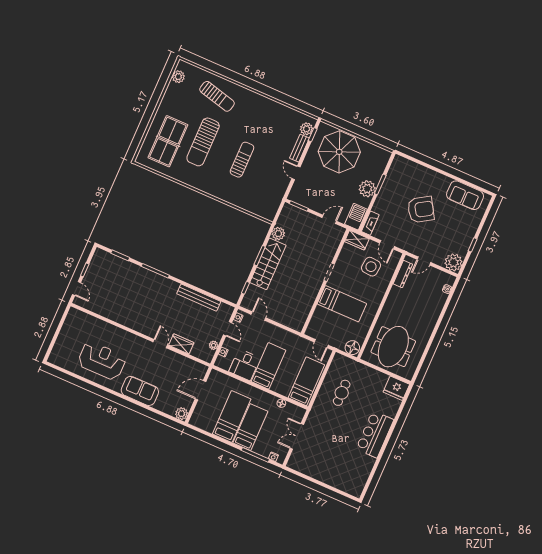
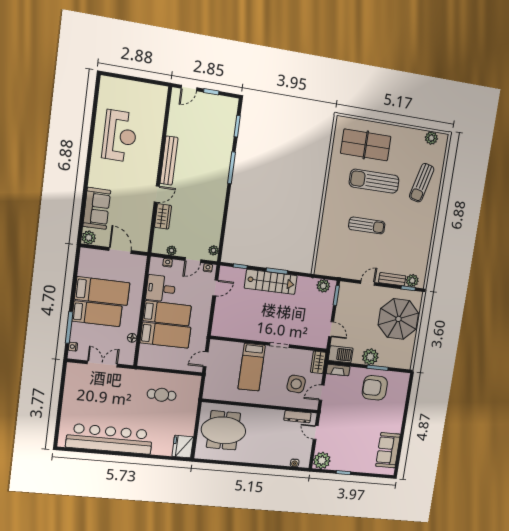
armchair: (421, 210) -> (375, 388), moved, turned 122
plant: (278, 234) -> (323, 286), moved
bench: (199, 298) -> (169, 161), moved
plant: (224, 308) -> (214, 250), added
floor lamp: (352, 348) -> (211, 391), removed
bed: (306, 381) -> (165, 335), moved
sofa: (140, 391) -> (97, 208), moved
bar counter: (375, 434) -> (110, 439), width x1.86

